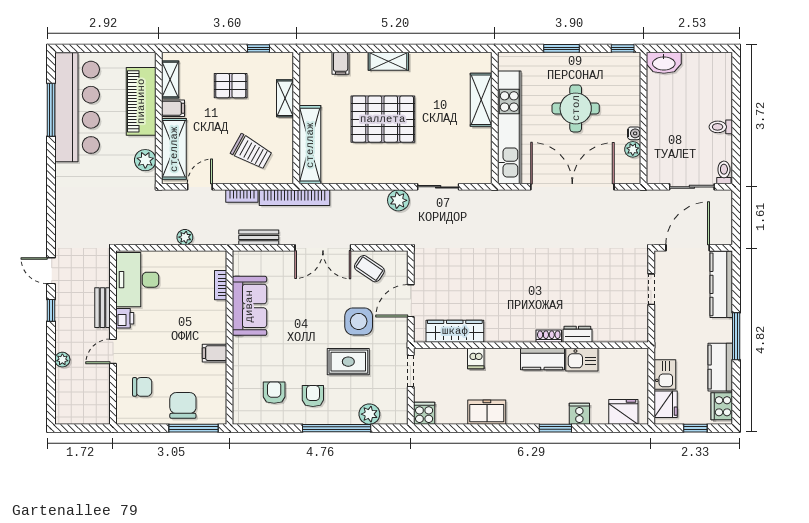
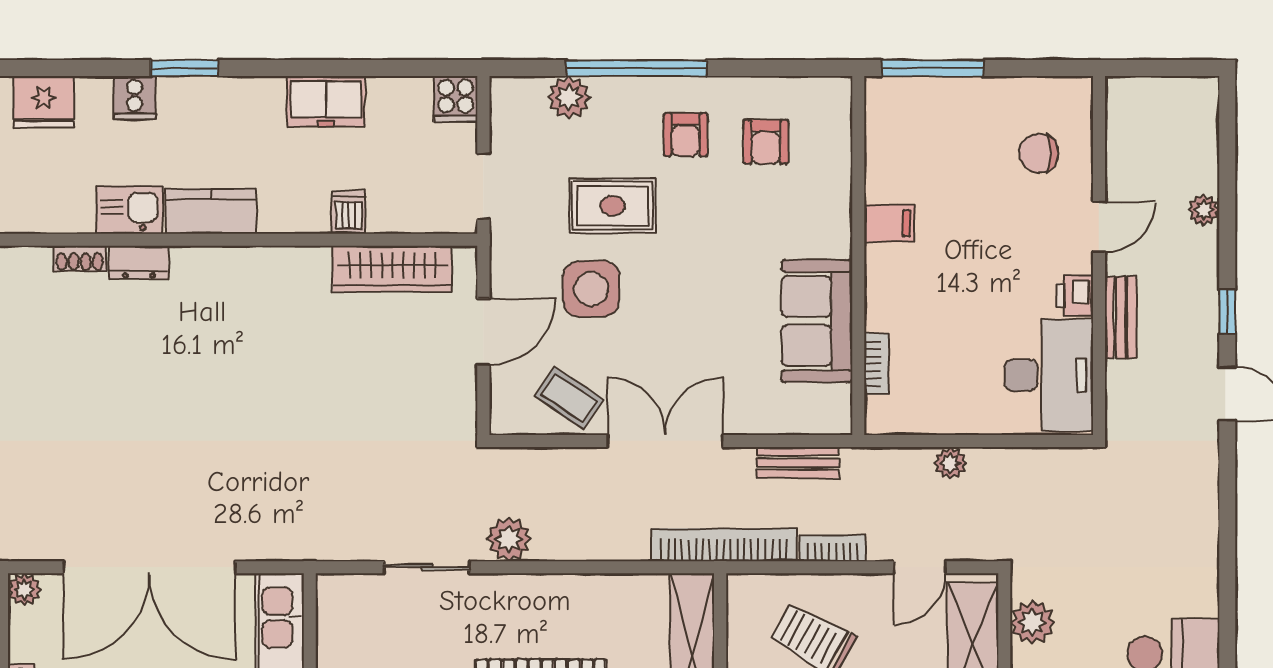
plant: (633, 149) -> (24, 590), moved
shoe rack: (549, 336) -> (80, 258), moved
chair: (183, 405) -> (954, 115), removed

